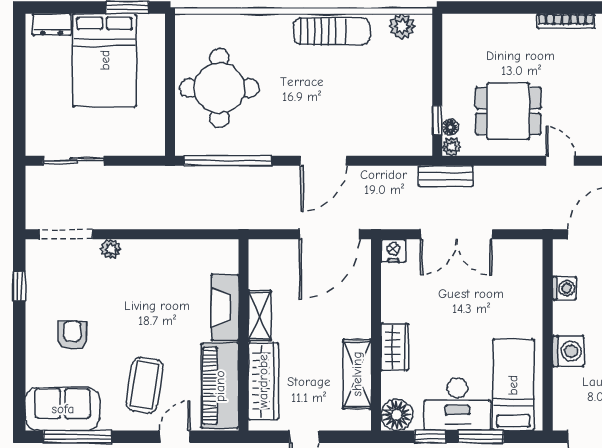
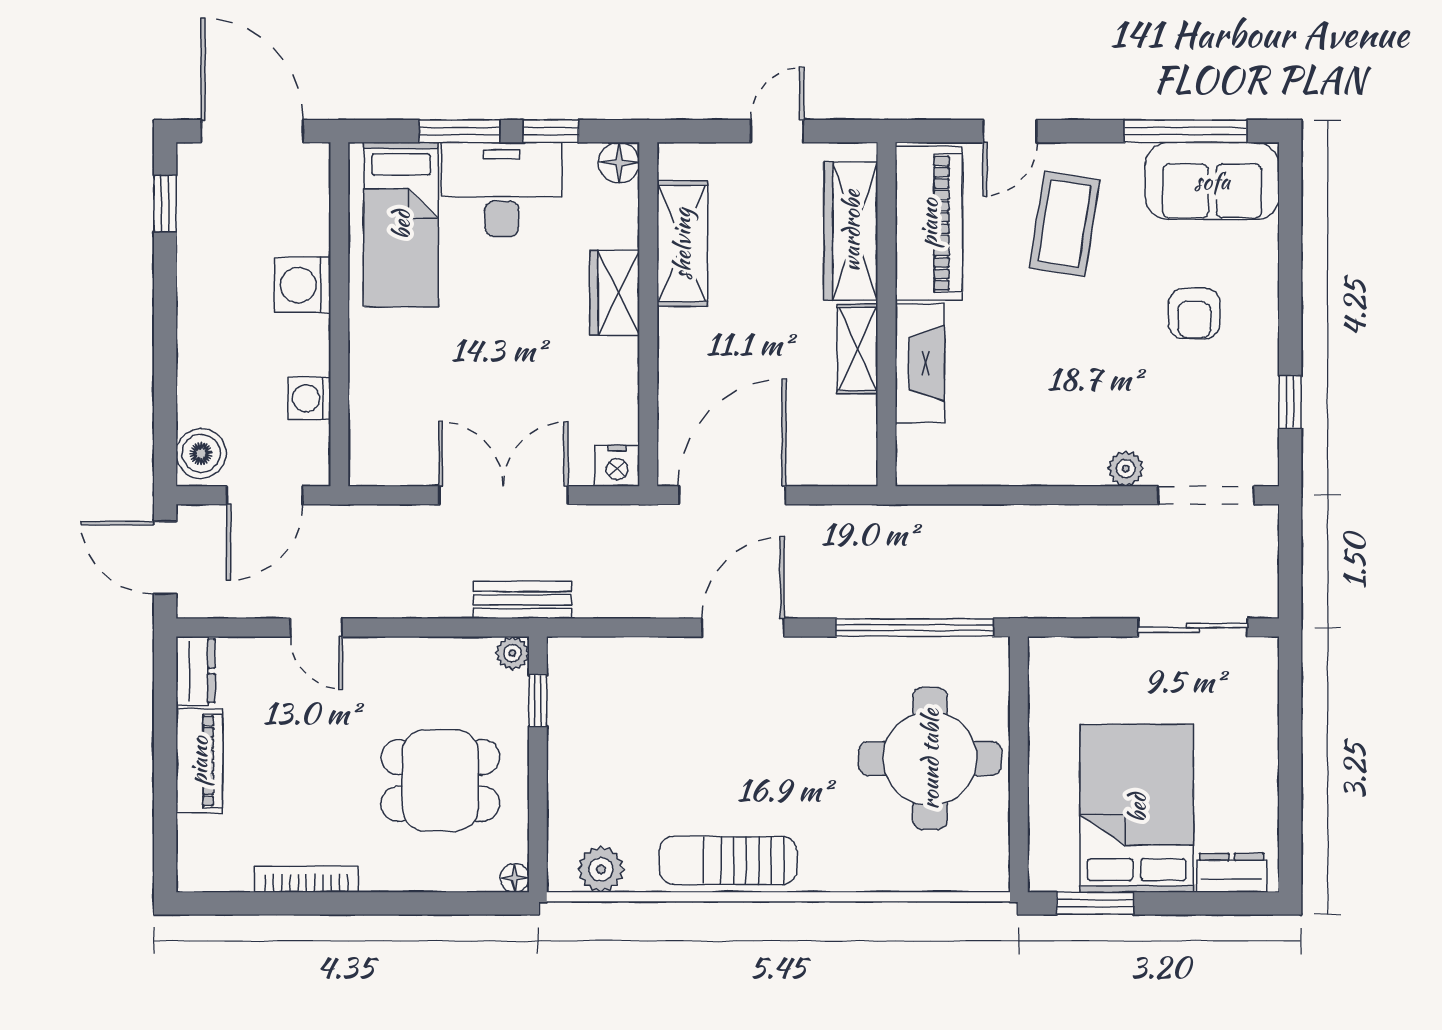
dining table: (508, 111) -> (440, 780), moved
floor lamp: (450, 127) -> (515, 878), moved
floor lamp: (397, 415) -> (619, 163), width x0.73, depth x0.73

